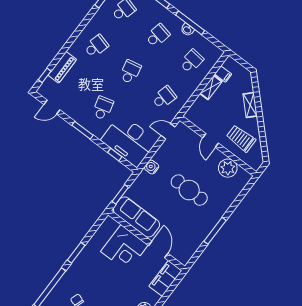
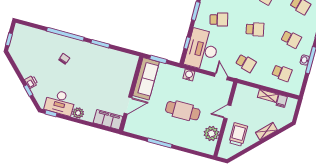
cafe table: (189, 190) -> (183, 111), turned 90
corner desk: (124, 248) -> (118, 79), removed

